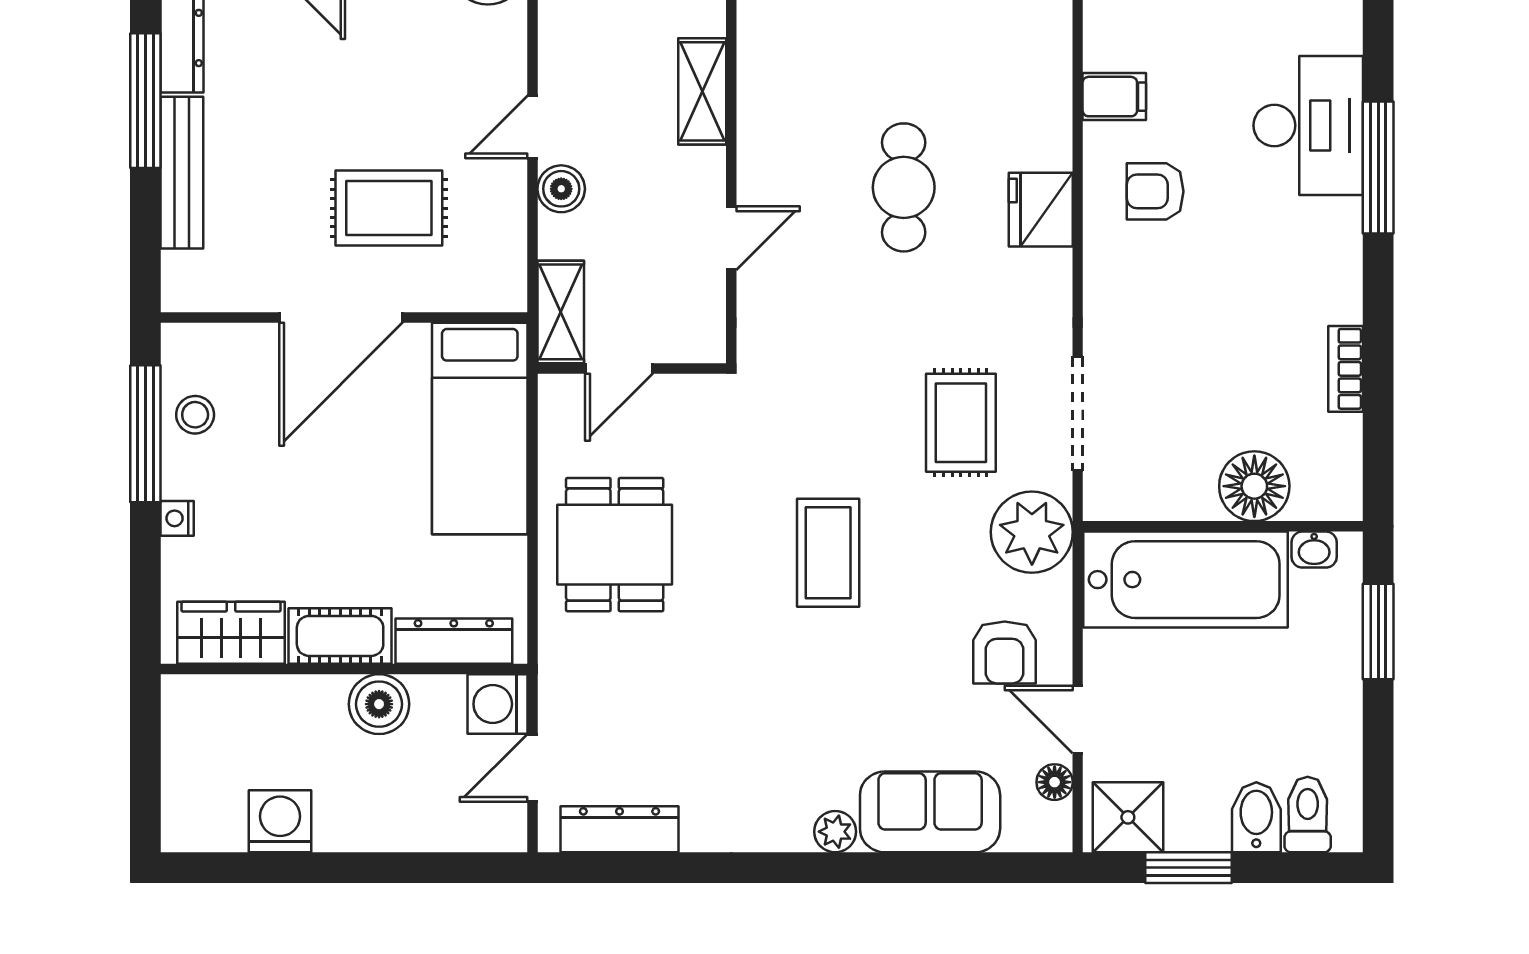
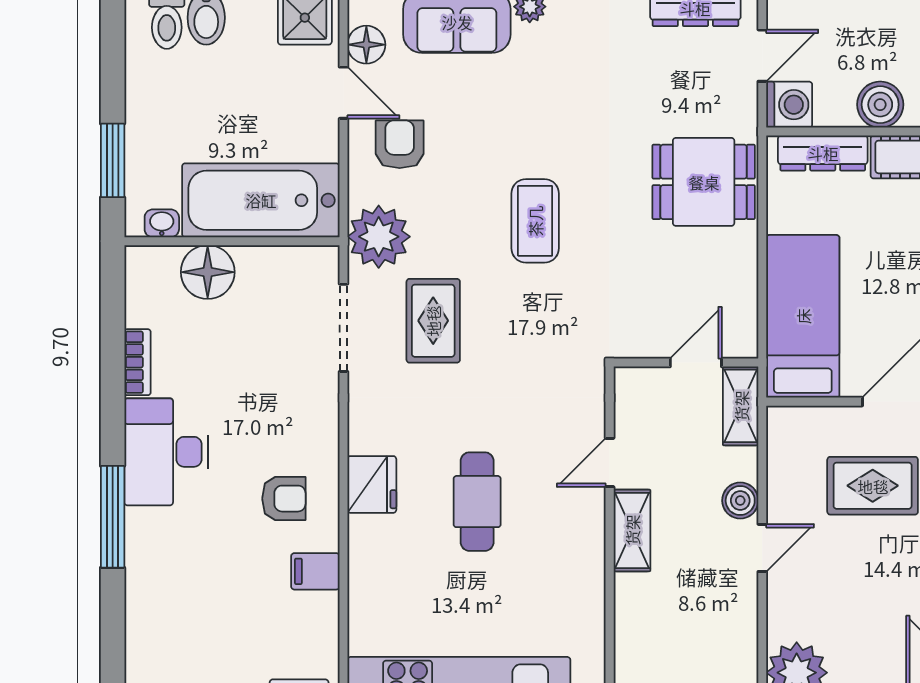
shelving: (702, 91) -> (632, 530), moved
desk: (1308, 125) -> (166, 452), moved
dining table: (615, 545) -> (704, 182), moved, turned 90
floor lamp: (1055, 782) -> (366, 45), width x1.37, depth x1.37

